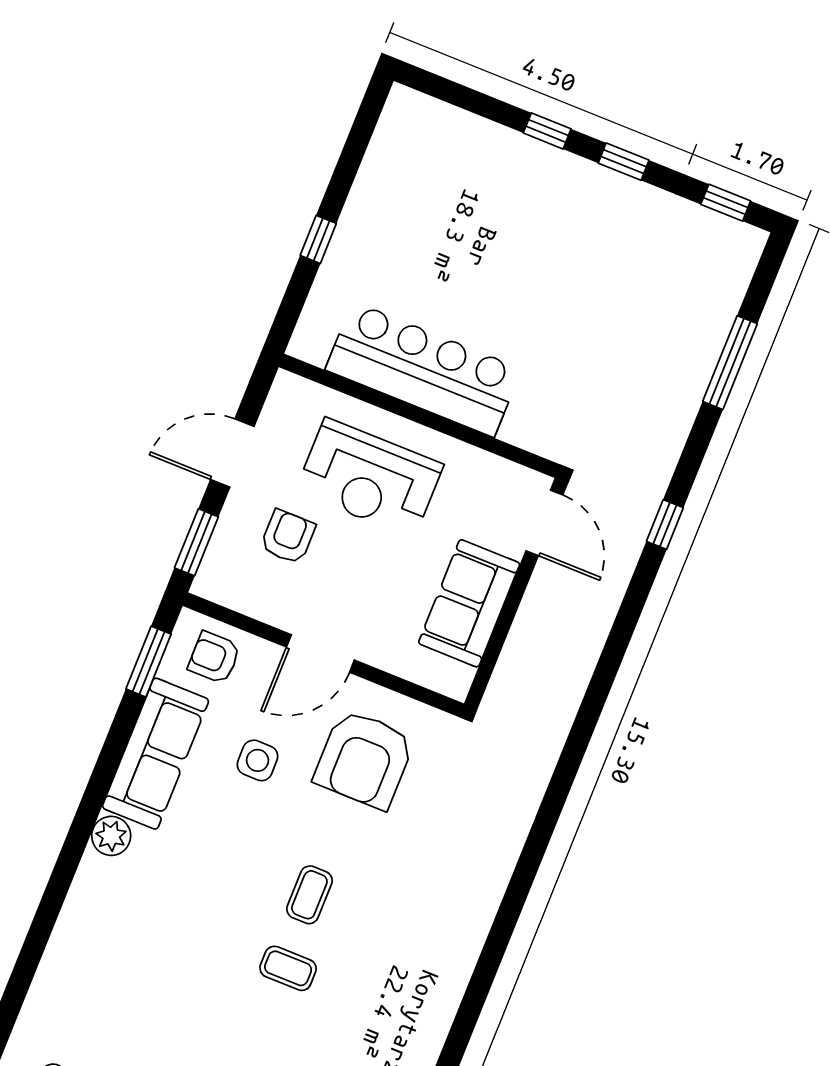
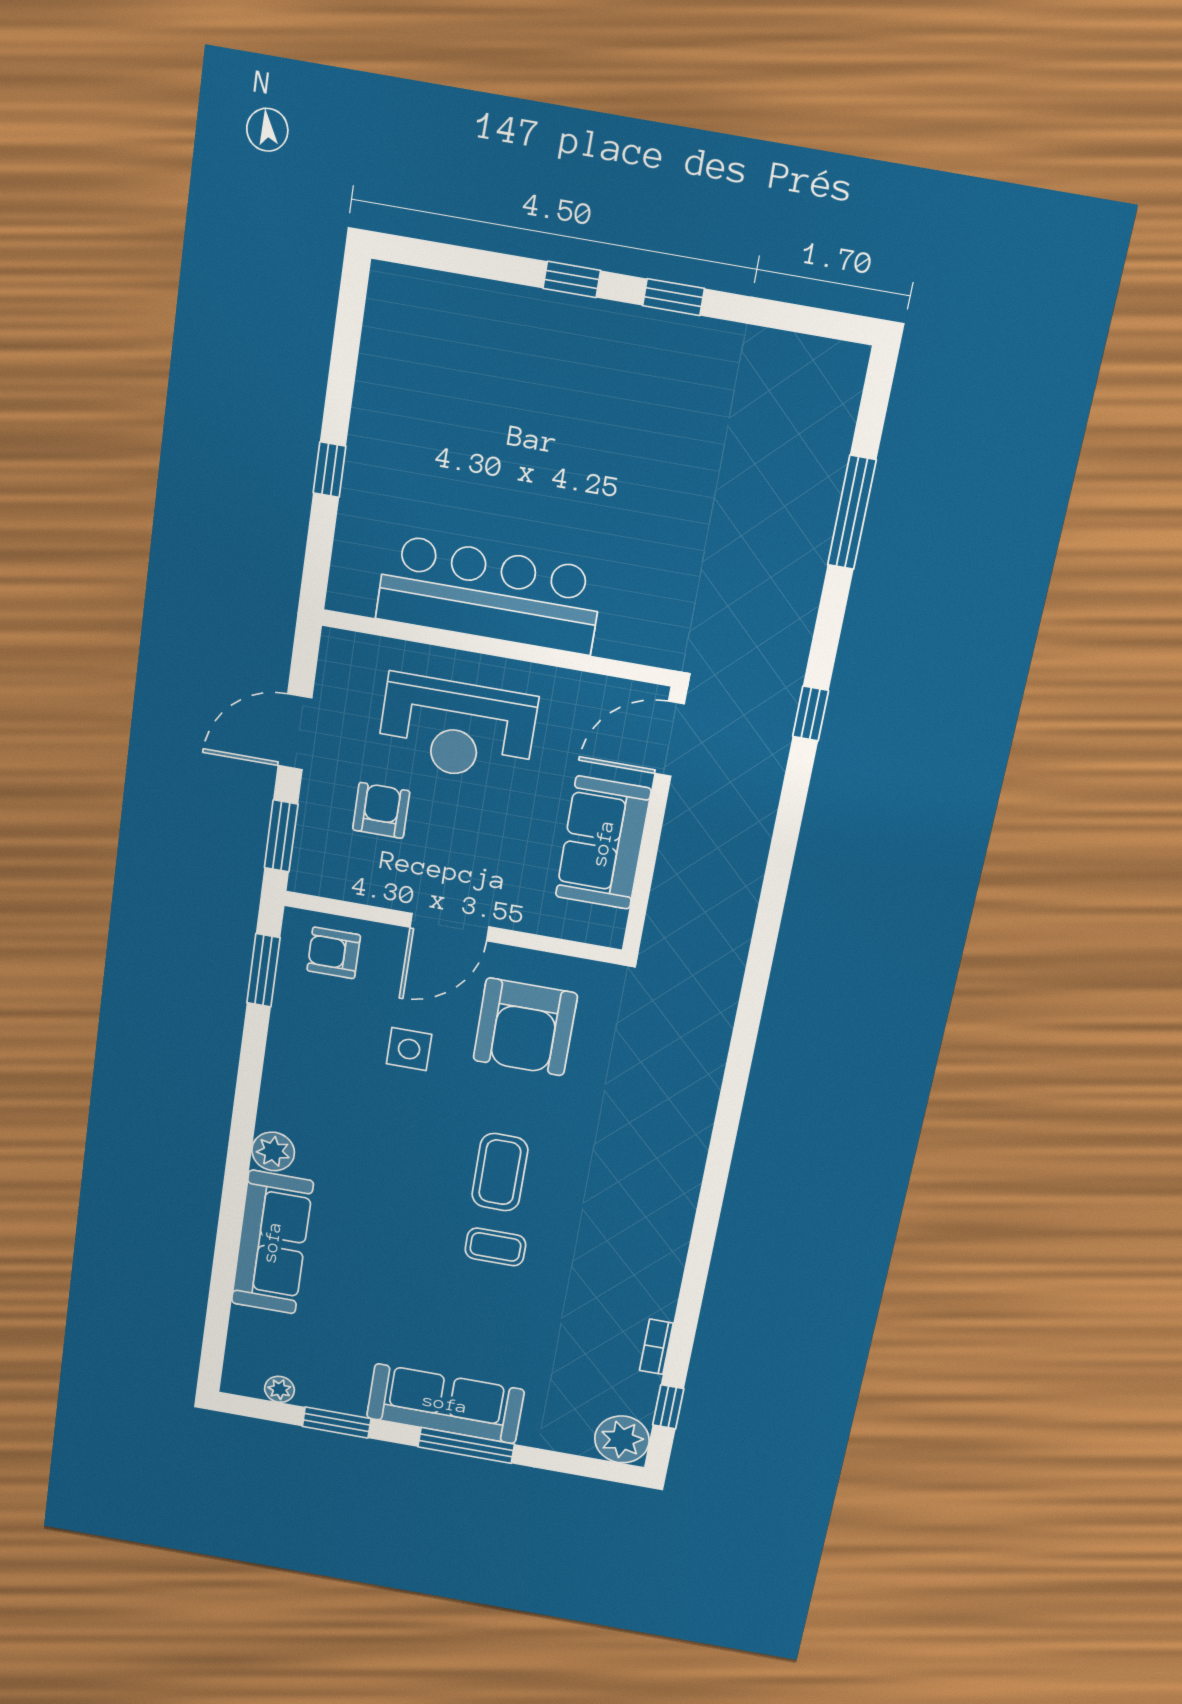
window: (726, 203) -> (810, 321), removed
door: (544, 523) -> (670, 739), swing flipped
sofa: (156, 754) -> (272, 1242), moved
coffee table: (309, 895) -> (500, 1172), width x1.36, depth x1.30

